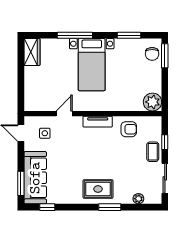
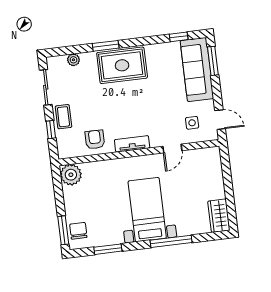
armchair: (129, 129) -> (95, 140), turned 90
rug: (98, 189) -> (122, 65), width x1.36, depth x1.43

